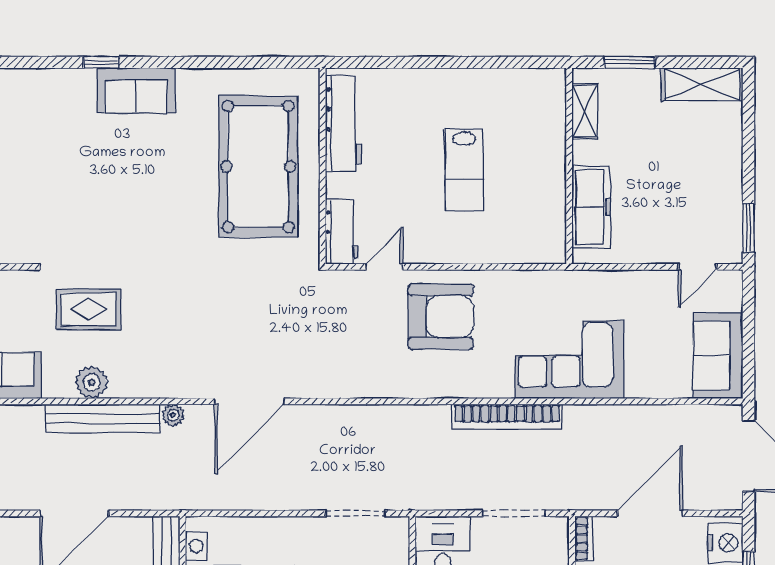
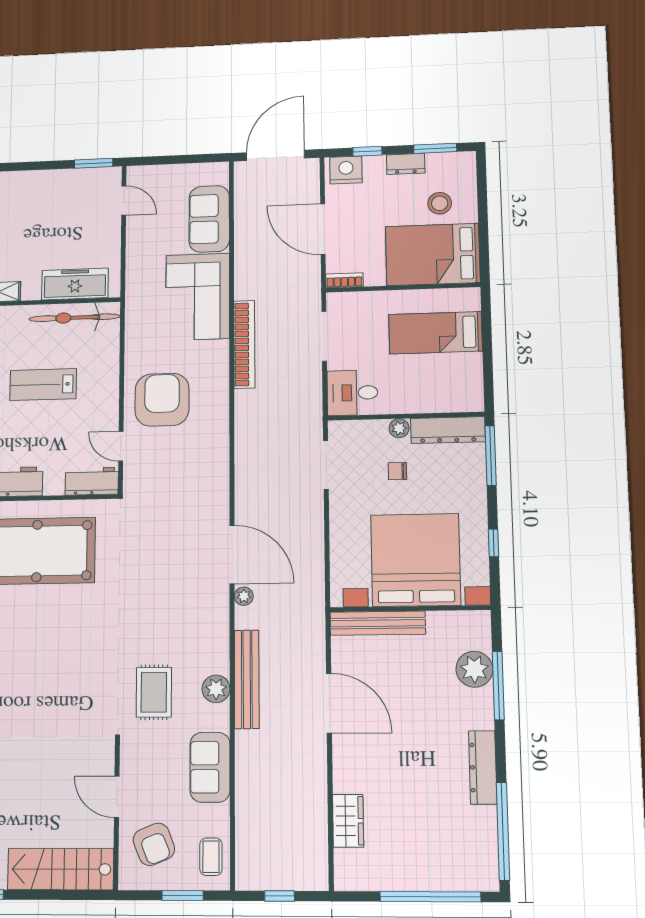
lab bench: (464, 170) -> (43, 385), turned 180
bicycle: (548, 207) -> (74, 318), added
sofa: (718, 356) -> (209, 219), moved, turned 90
plant: (173, 415) -> (244, 596), moved

